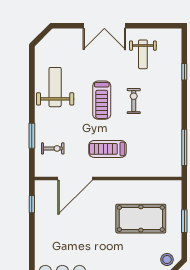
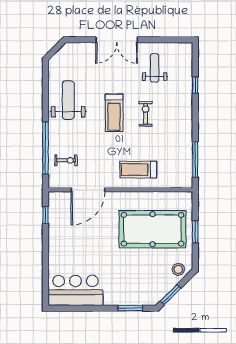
weight bench: (143, 54) -> (155, 68), turned 180
window: (32, 136) -> (45, 148), width x2.11
treadmill: (108, 149) -> (138, 170), moved
pool table: (141, 219) -> (153, 229), width x1.36, depth x1.32

